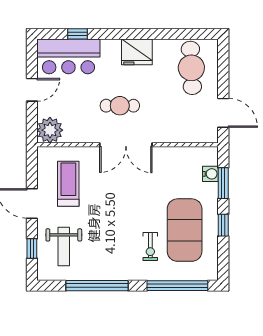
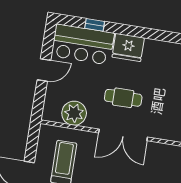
fridge: (137, 52) -> (128, 47), moved
plant: (50, 130) -> (74, 113), moved

